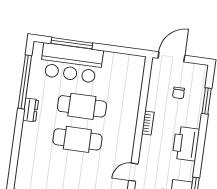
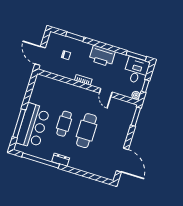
cafe table: (82, 106) -> (64, 124), width x0.73, depth x0.74
door: (133, 172) -> (106, 93), moved

